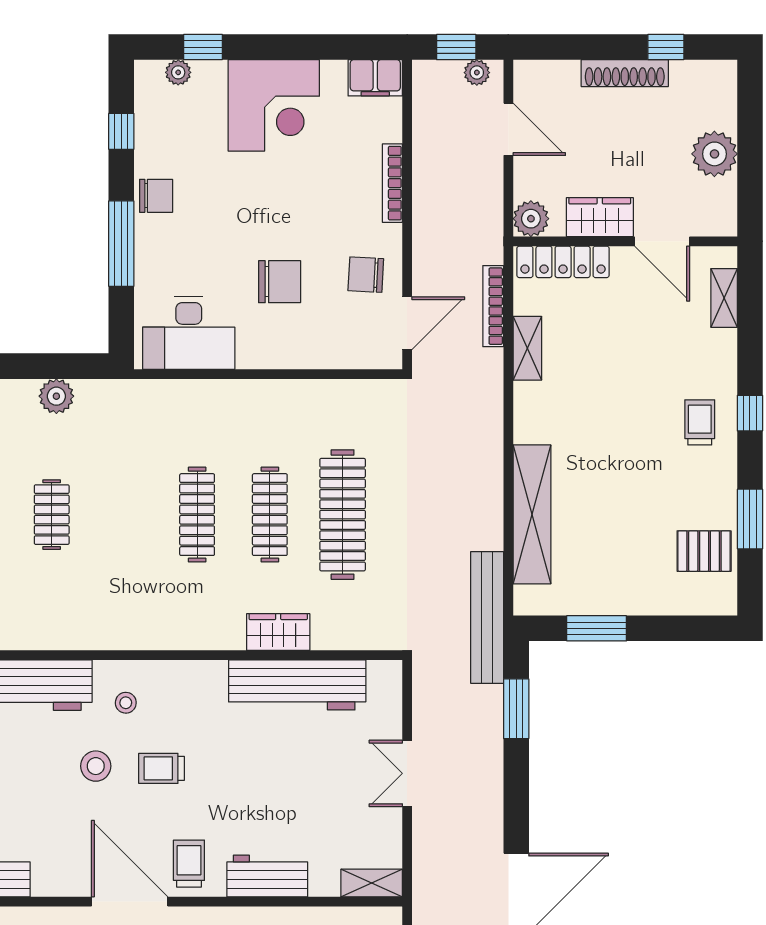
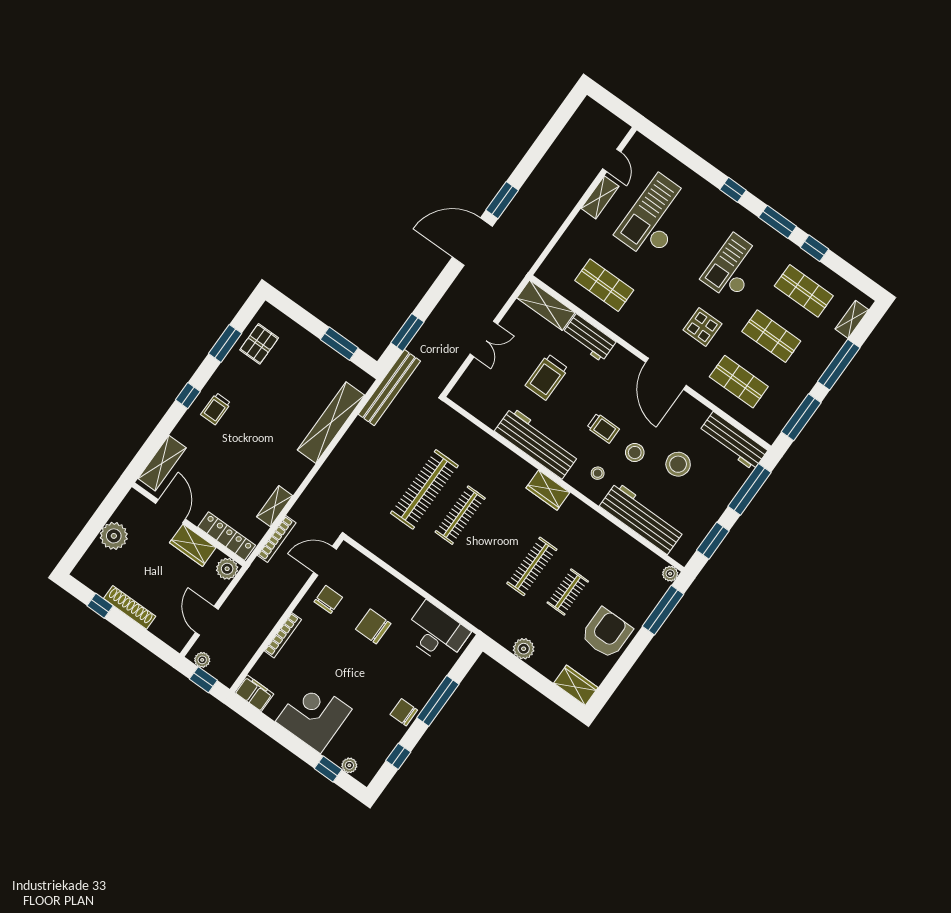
chair: (366, 275) -> (328, 599), turned -93
shelving: (724, 298) -> (162, 463), width x1.50, depth x1.33
clothes rail: (197, 515) -> (532, 566), moved
pallet: (704, 551) -> (259, 344), turned 90
wardrobe: (278, 632) -> (548, 490), moved
workbench: (297, 685) -> (537, 443), moved
stool: (26, 792) -> (678, 464), added
trolley: (189, 864) -> (547, 377), moved, width x1.36, depth x1.39
shelving: (372, 883) -> (546, 305), width x1.50, depth x1.33

